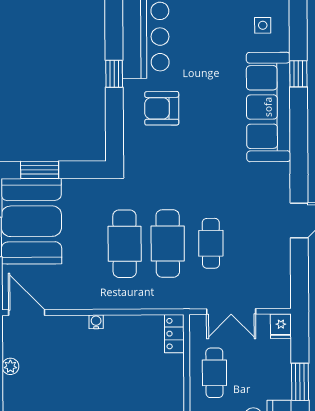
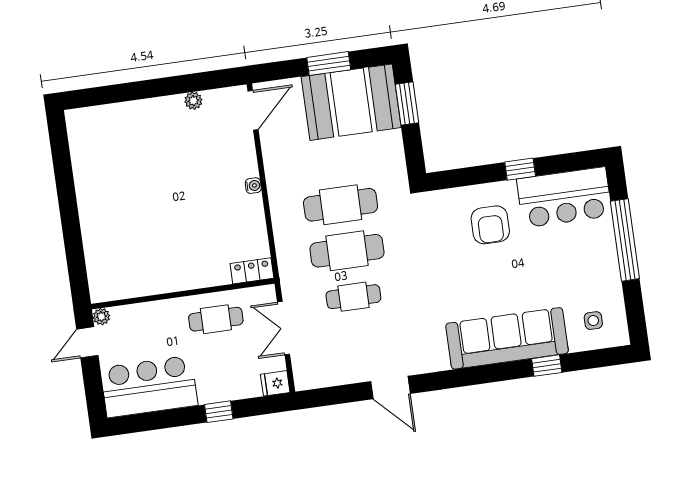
armchair: (162, 108) -> (490, 225), turned 180
window: (300, 382) -> (219, 412), width x0.67

